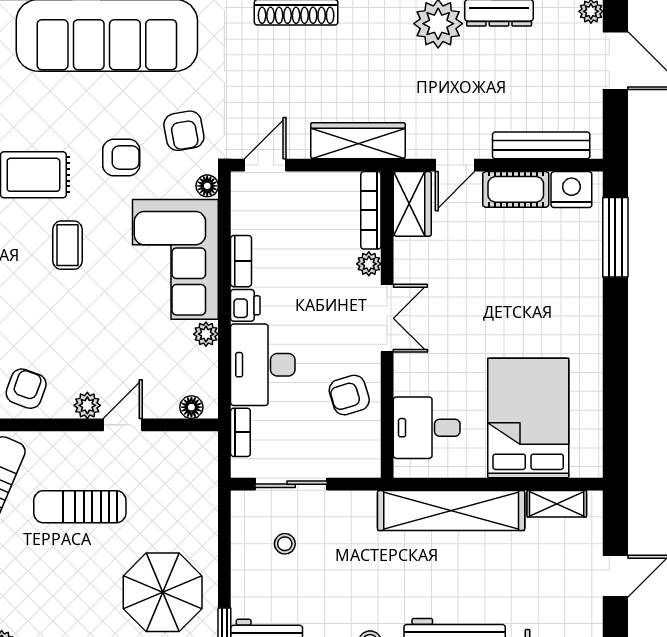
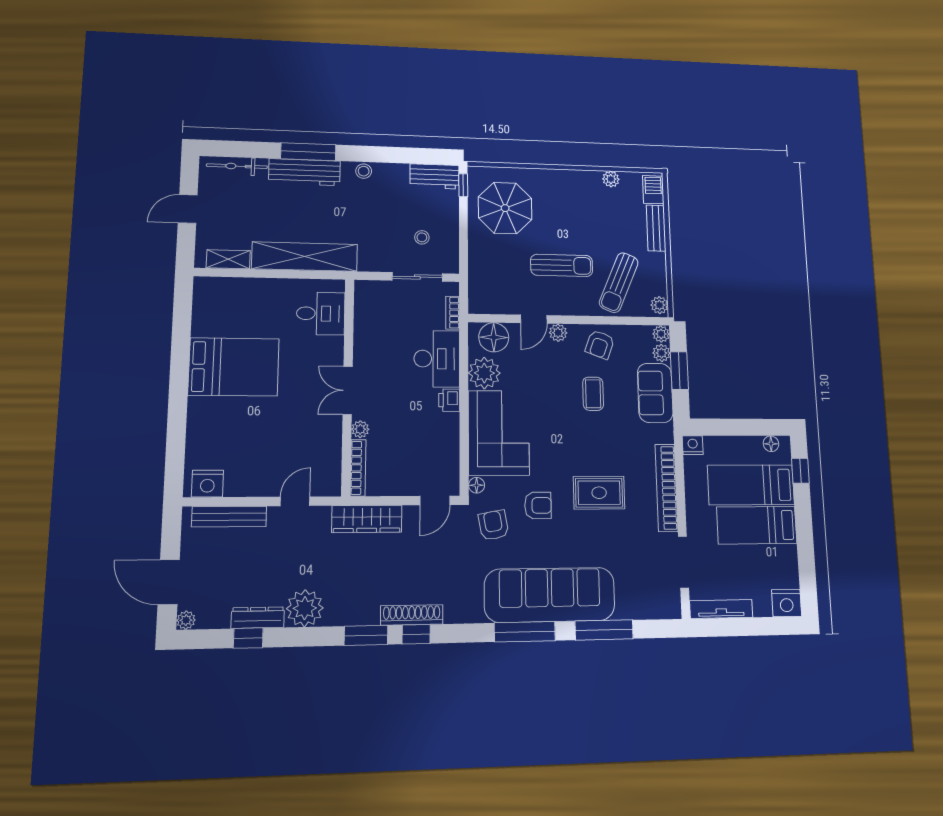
armchair: (121, 157) -> (538, 505), turned 180
cot: (516, 189) -> (250, 484), removed
wardrobe: (412, 204) -> (328, 473), removed
window: (615, 237) -> (175, 448), removed
coffee table: (67, 245) -> (593, 394), moved
bookcase: (241, 261) -> (452, 431), removed
plant: (206, 334) -> (484, 373), width x1.88, depth x1.88
armchair: (349, 395) -> (376, 337), removed
floor lamp: (191, 407) -> (494, 337), width x1.89, depth x1.89
bed: (528, 418) -> (234, 367), moved, turned -90

